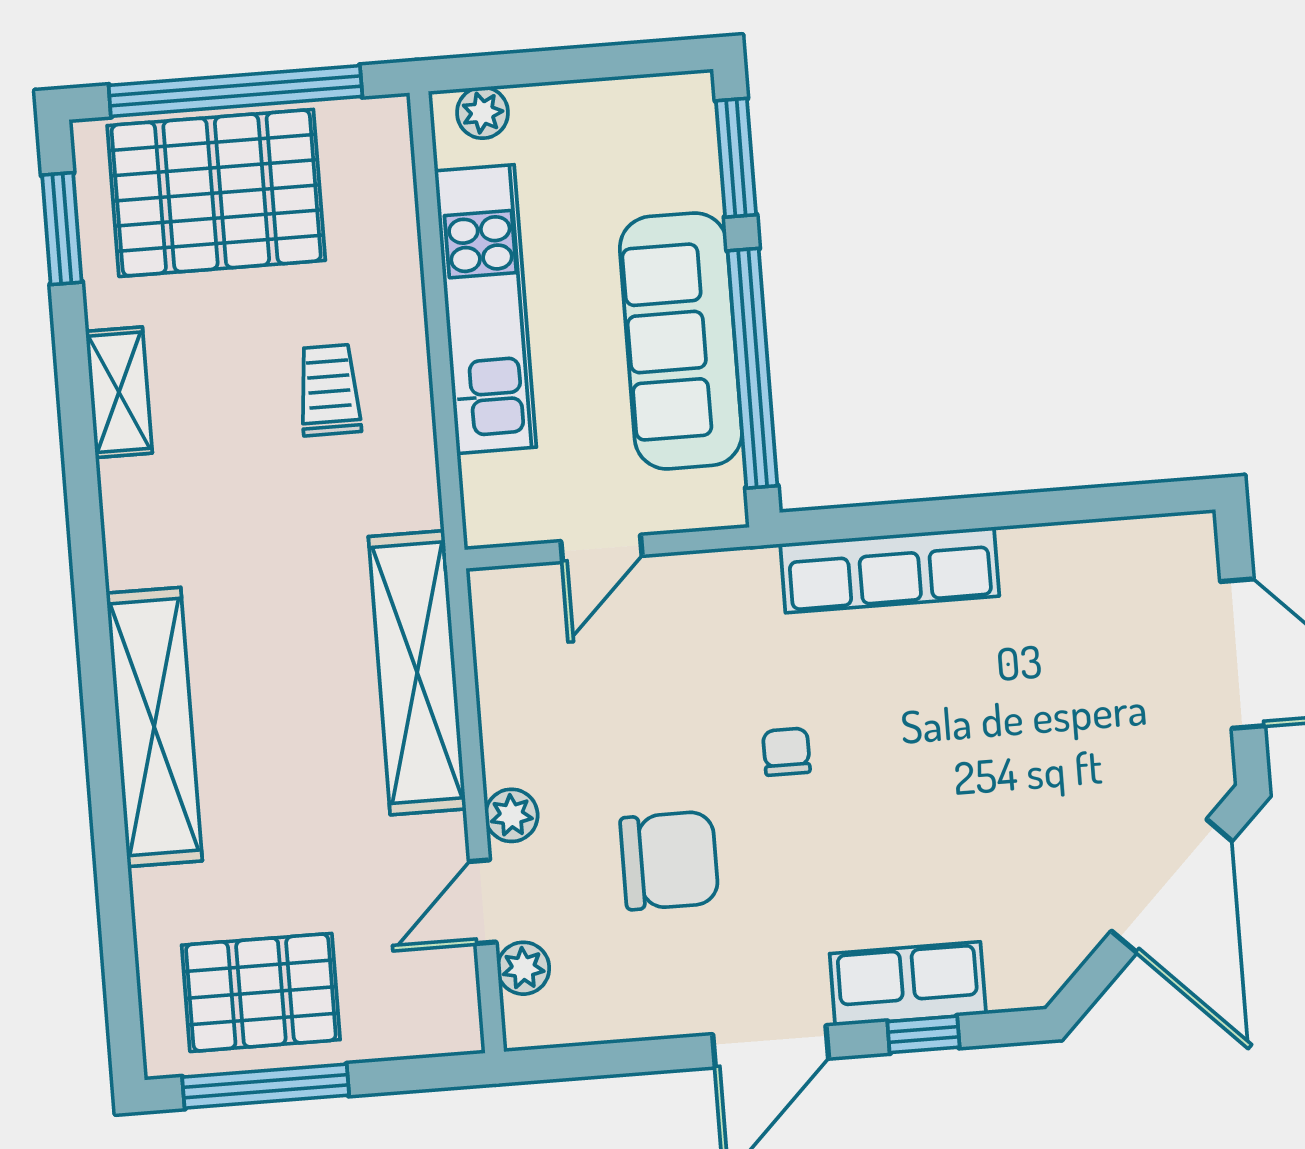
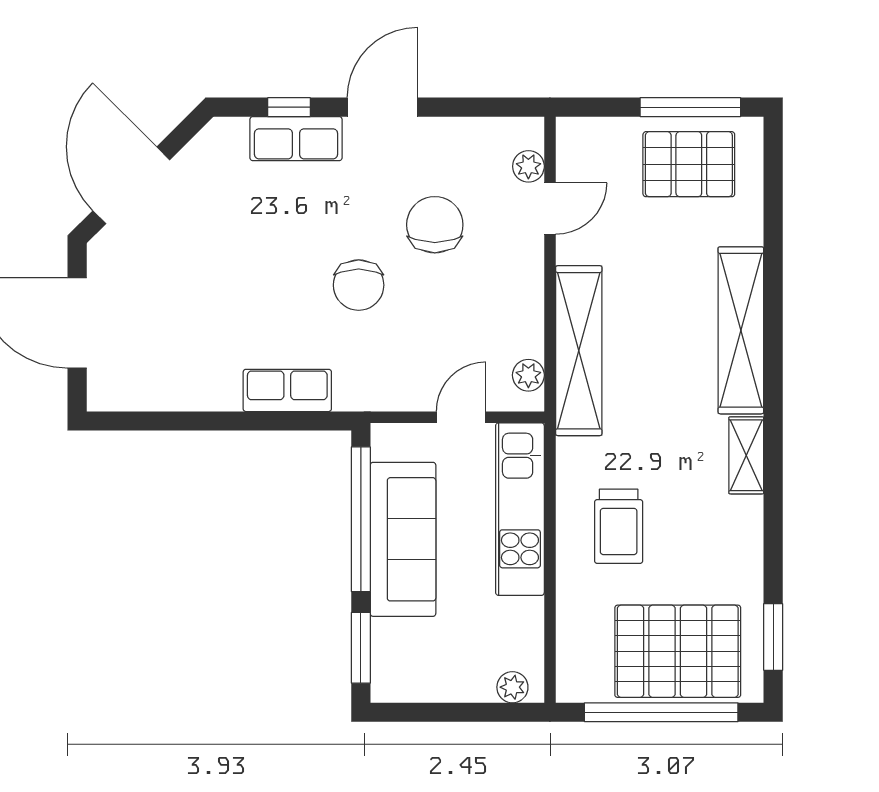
kitchen unit: (486, 309) -> (520, 509), moved
trolley: (329, 390) -> (619, 526), width x1.36, depth x1.39
shelving: (119, 392) -> (746, 455), moved
row of seats: (890, 570) -> (287, 390), width x0.68
chair: (786, 752) -> (359, 285), width x1.87, depth x1.87
plant: (511, 815) -> (528, 375), moved
chair: (669, 860) -> (435, 225), turned 90

